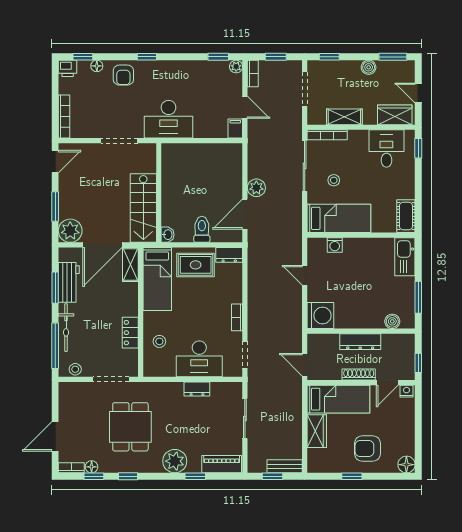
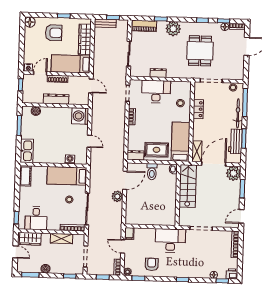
armchair: (123, 75) -> (152, 264), moved
wardrobe: (317, 431) -> (85, 39), width x1.50

